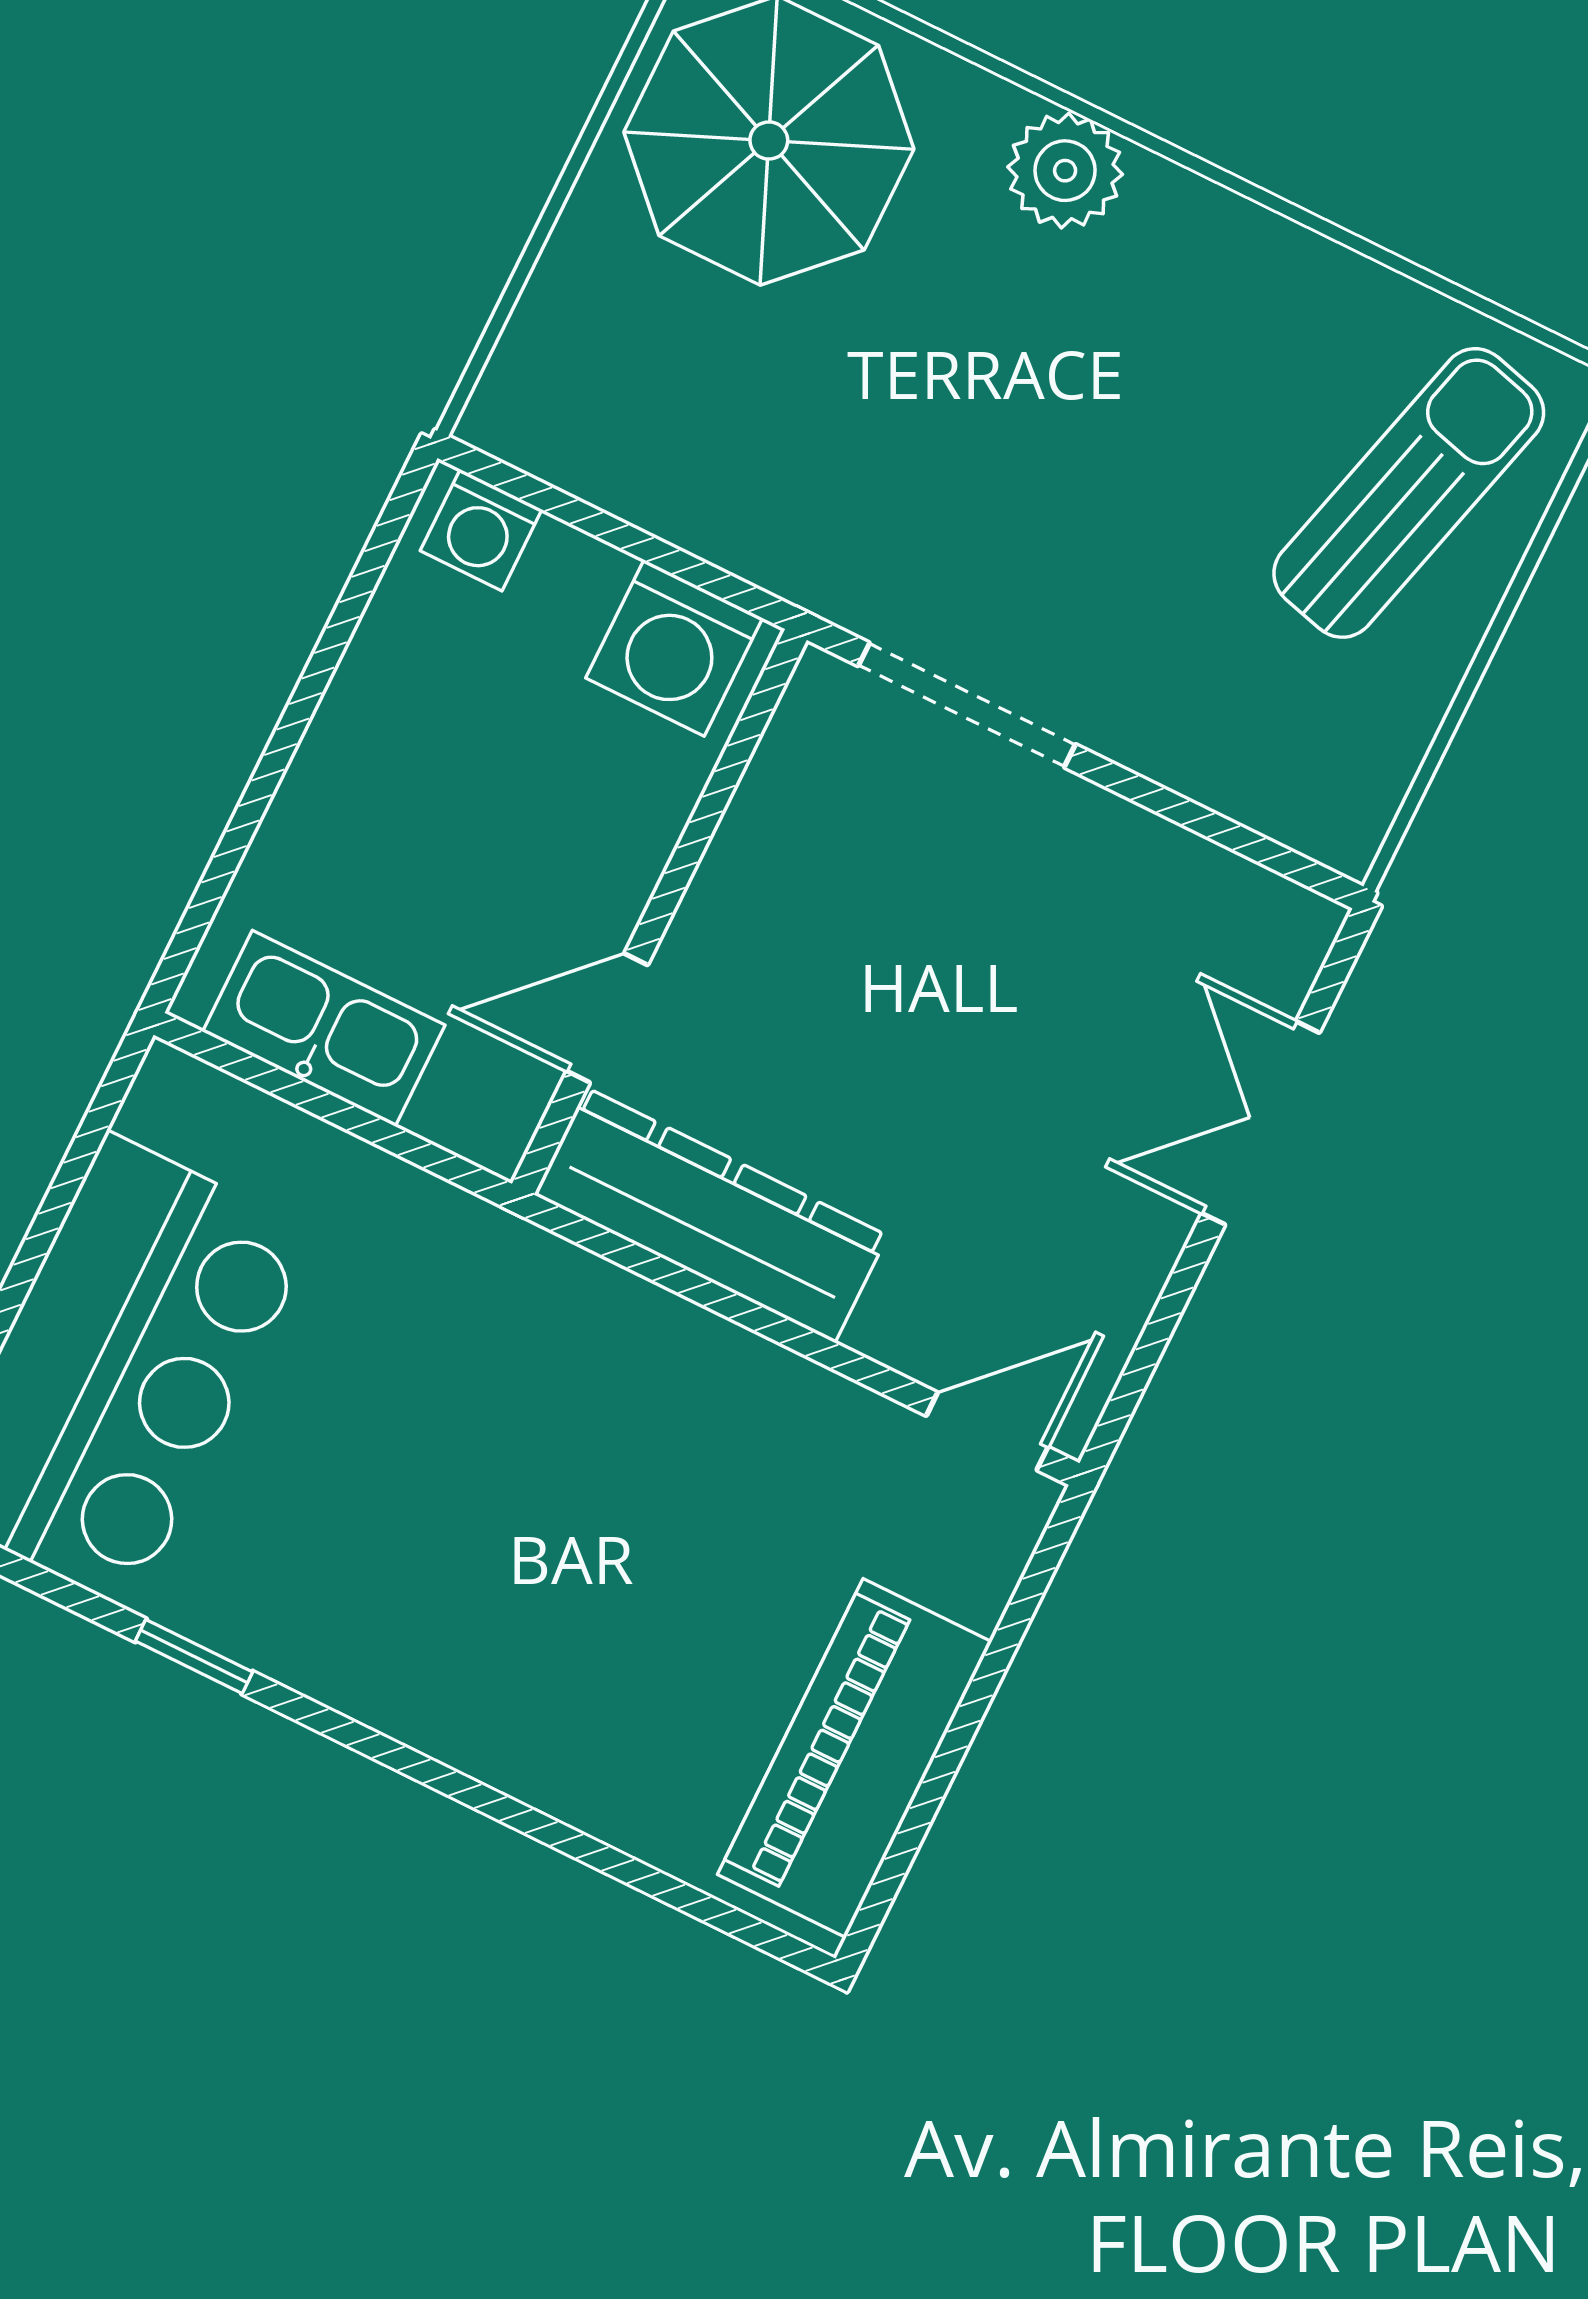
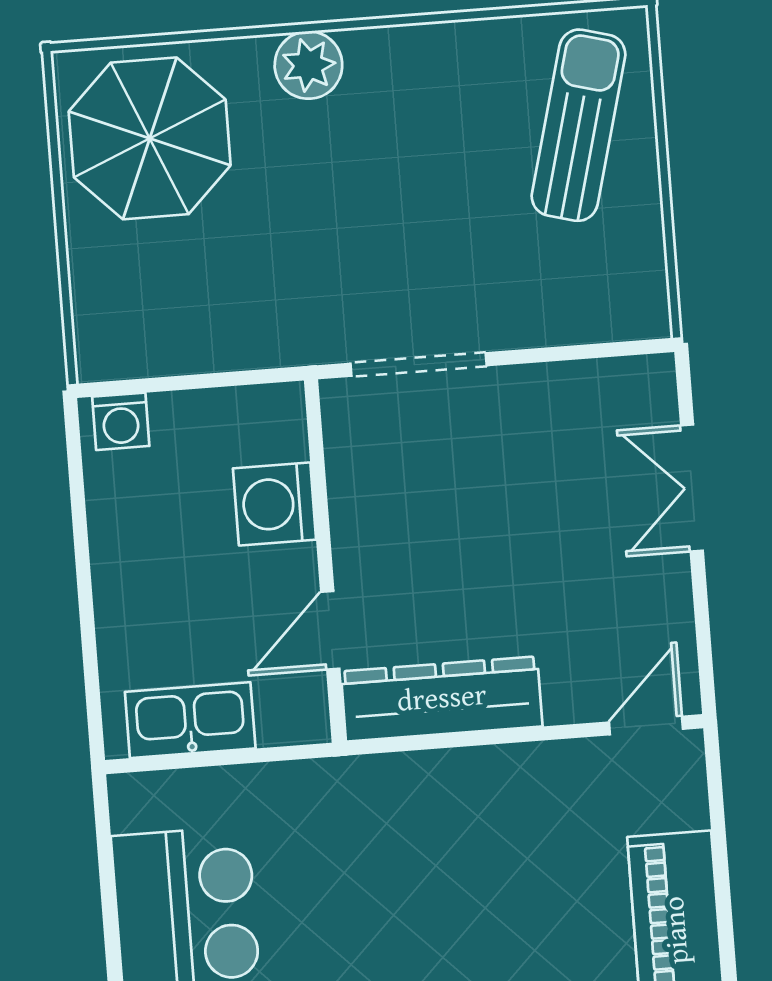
washing machine: (674, 648) -> (275, 504), moved, turned 90

